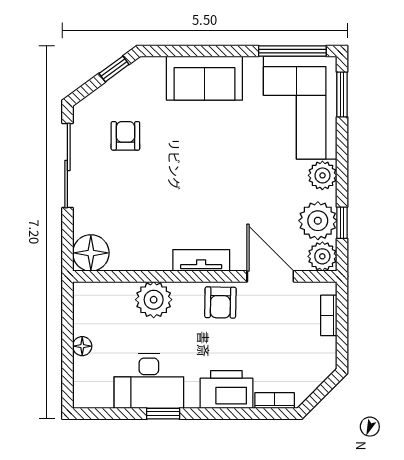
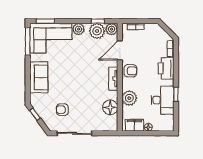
floor lamp: (91, 253) -> (110, 107), moved
filing cabinet: (87, 312) -> (134, 125), added

